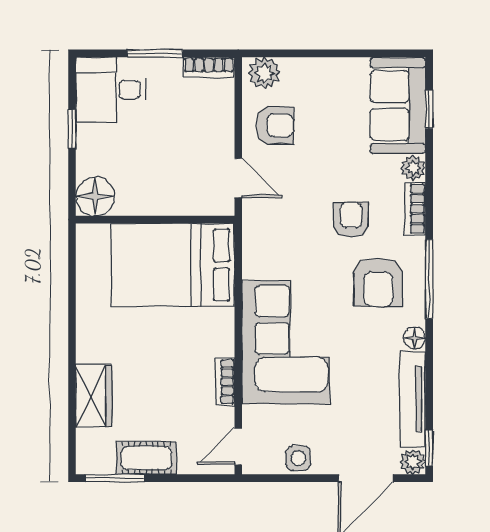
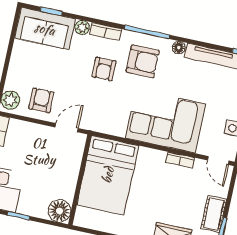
armchair: (351, 220) -> (104, 69), turned -90

